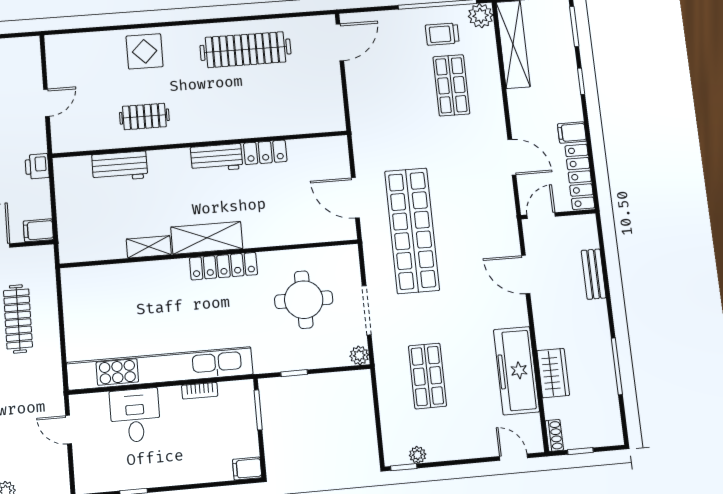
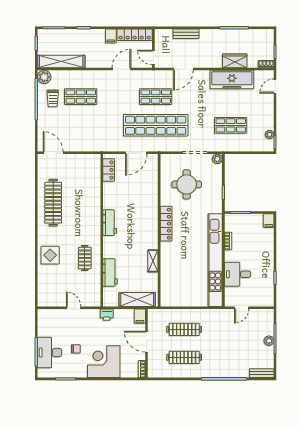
locker: (265, 152) -> (109, 170), moved
shop shelf: (467, 226) -> (156, 97), added
shelving: (207, 238) -> (137, 299), moved, turned 90

